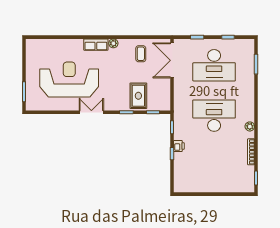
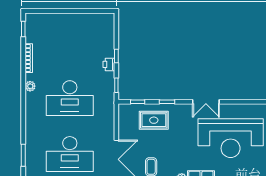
desk: (214, 65) -> (70, 154), turned 180
rug: (138, 96) -> (154, 120), turned 90

